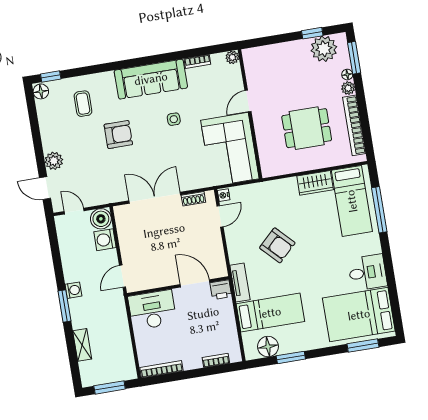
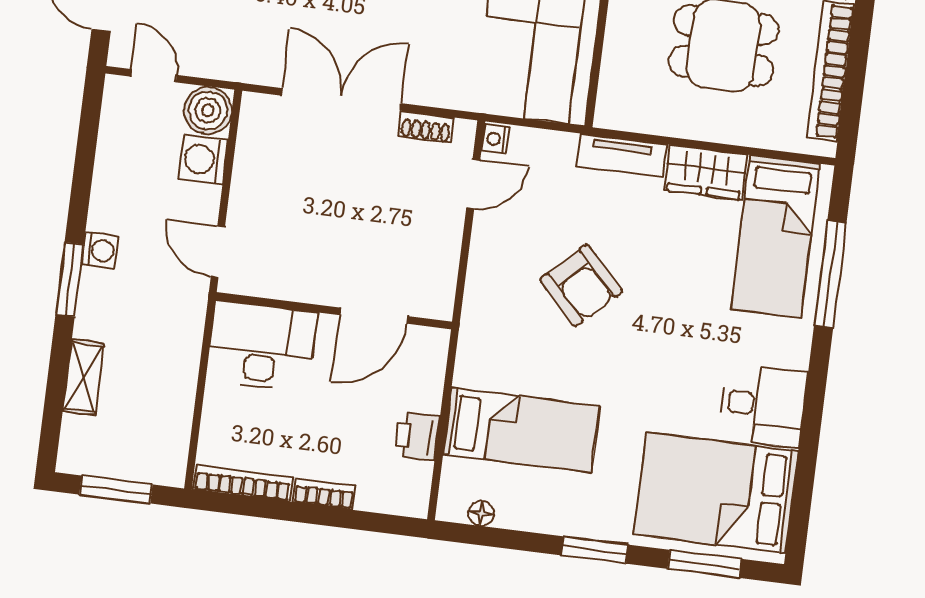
door: (122, 276) -> (218, 252), hinge flipped
door: (195, 283) -> (374, 316), swing flipped
tv unit: (240, 283) -> (622, 155), moved, turned 90
printer: (221, 290) -> (417, 436), moved, turned 90
floor lamp: (268, 347) -> (481, 513), width x0.53, depth x0.53
window: (291, 357) -> (595, 550), moved
bookcase: (216, 360) -> (324, 494), moved

